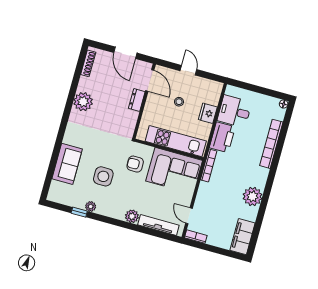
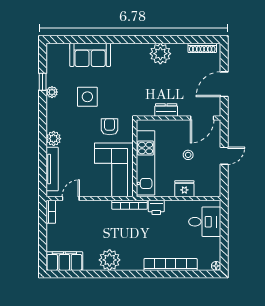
dresser: (137, 100) -> (166, 110), moved
desk: (234, 111) -> (205, 222), moved, turned 90
printer: (222, 137) -> (156, 207), width x0.53, depth x0.68

